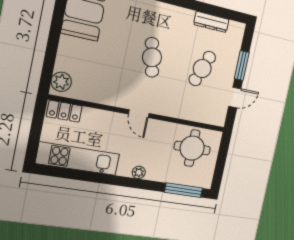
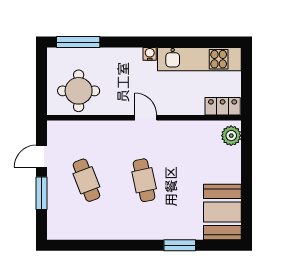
dresser: (211, 22) -> (87, 232), removed
cafe table: (202, 69) -> (86, 180), turned -42
water cooler: (123, 171) -> (150, 54), added
plant: (139, 172) -> (133, 54), removed

